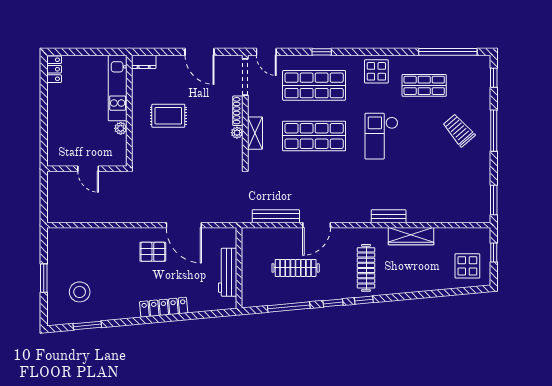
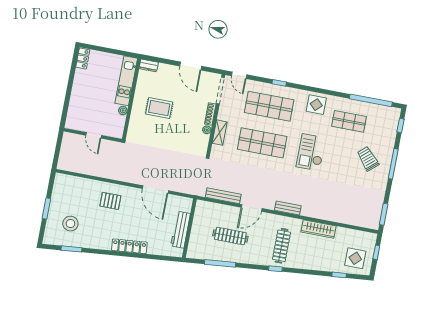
bench: (389, 216) -> (288, 208), moved
pallet: (153, 252) -> (110, 201), moved
window: (333, 303) -> (339, 275), moved

